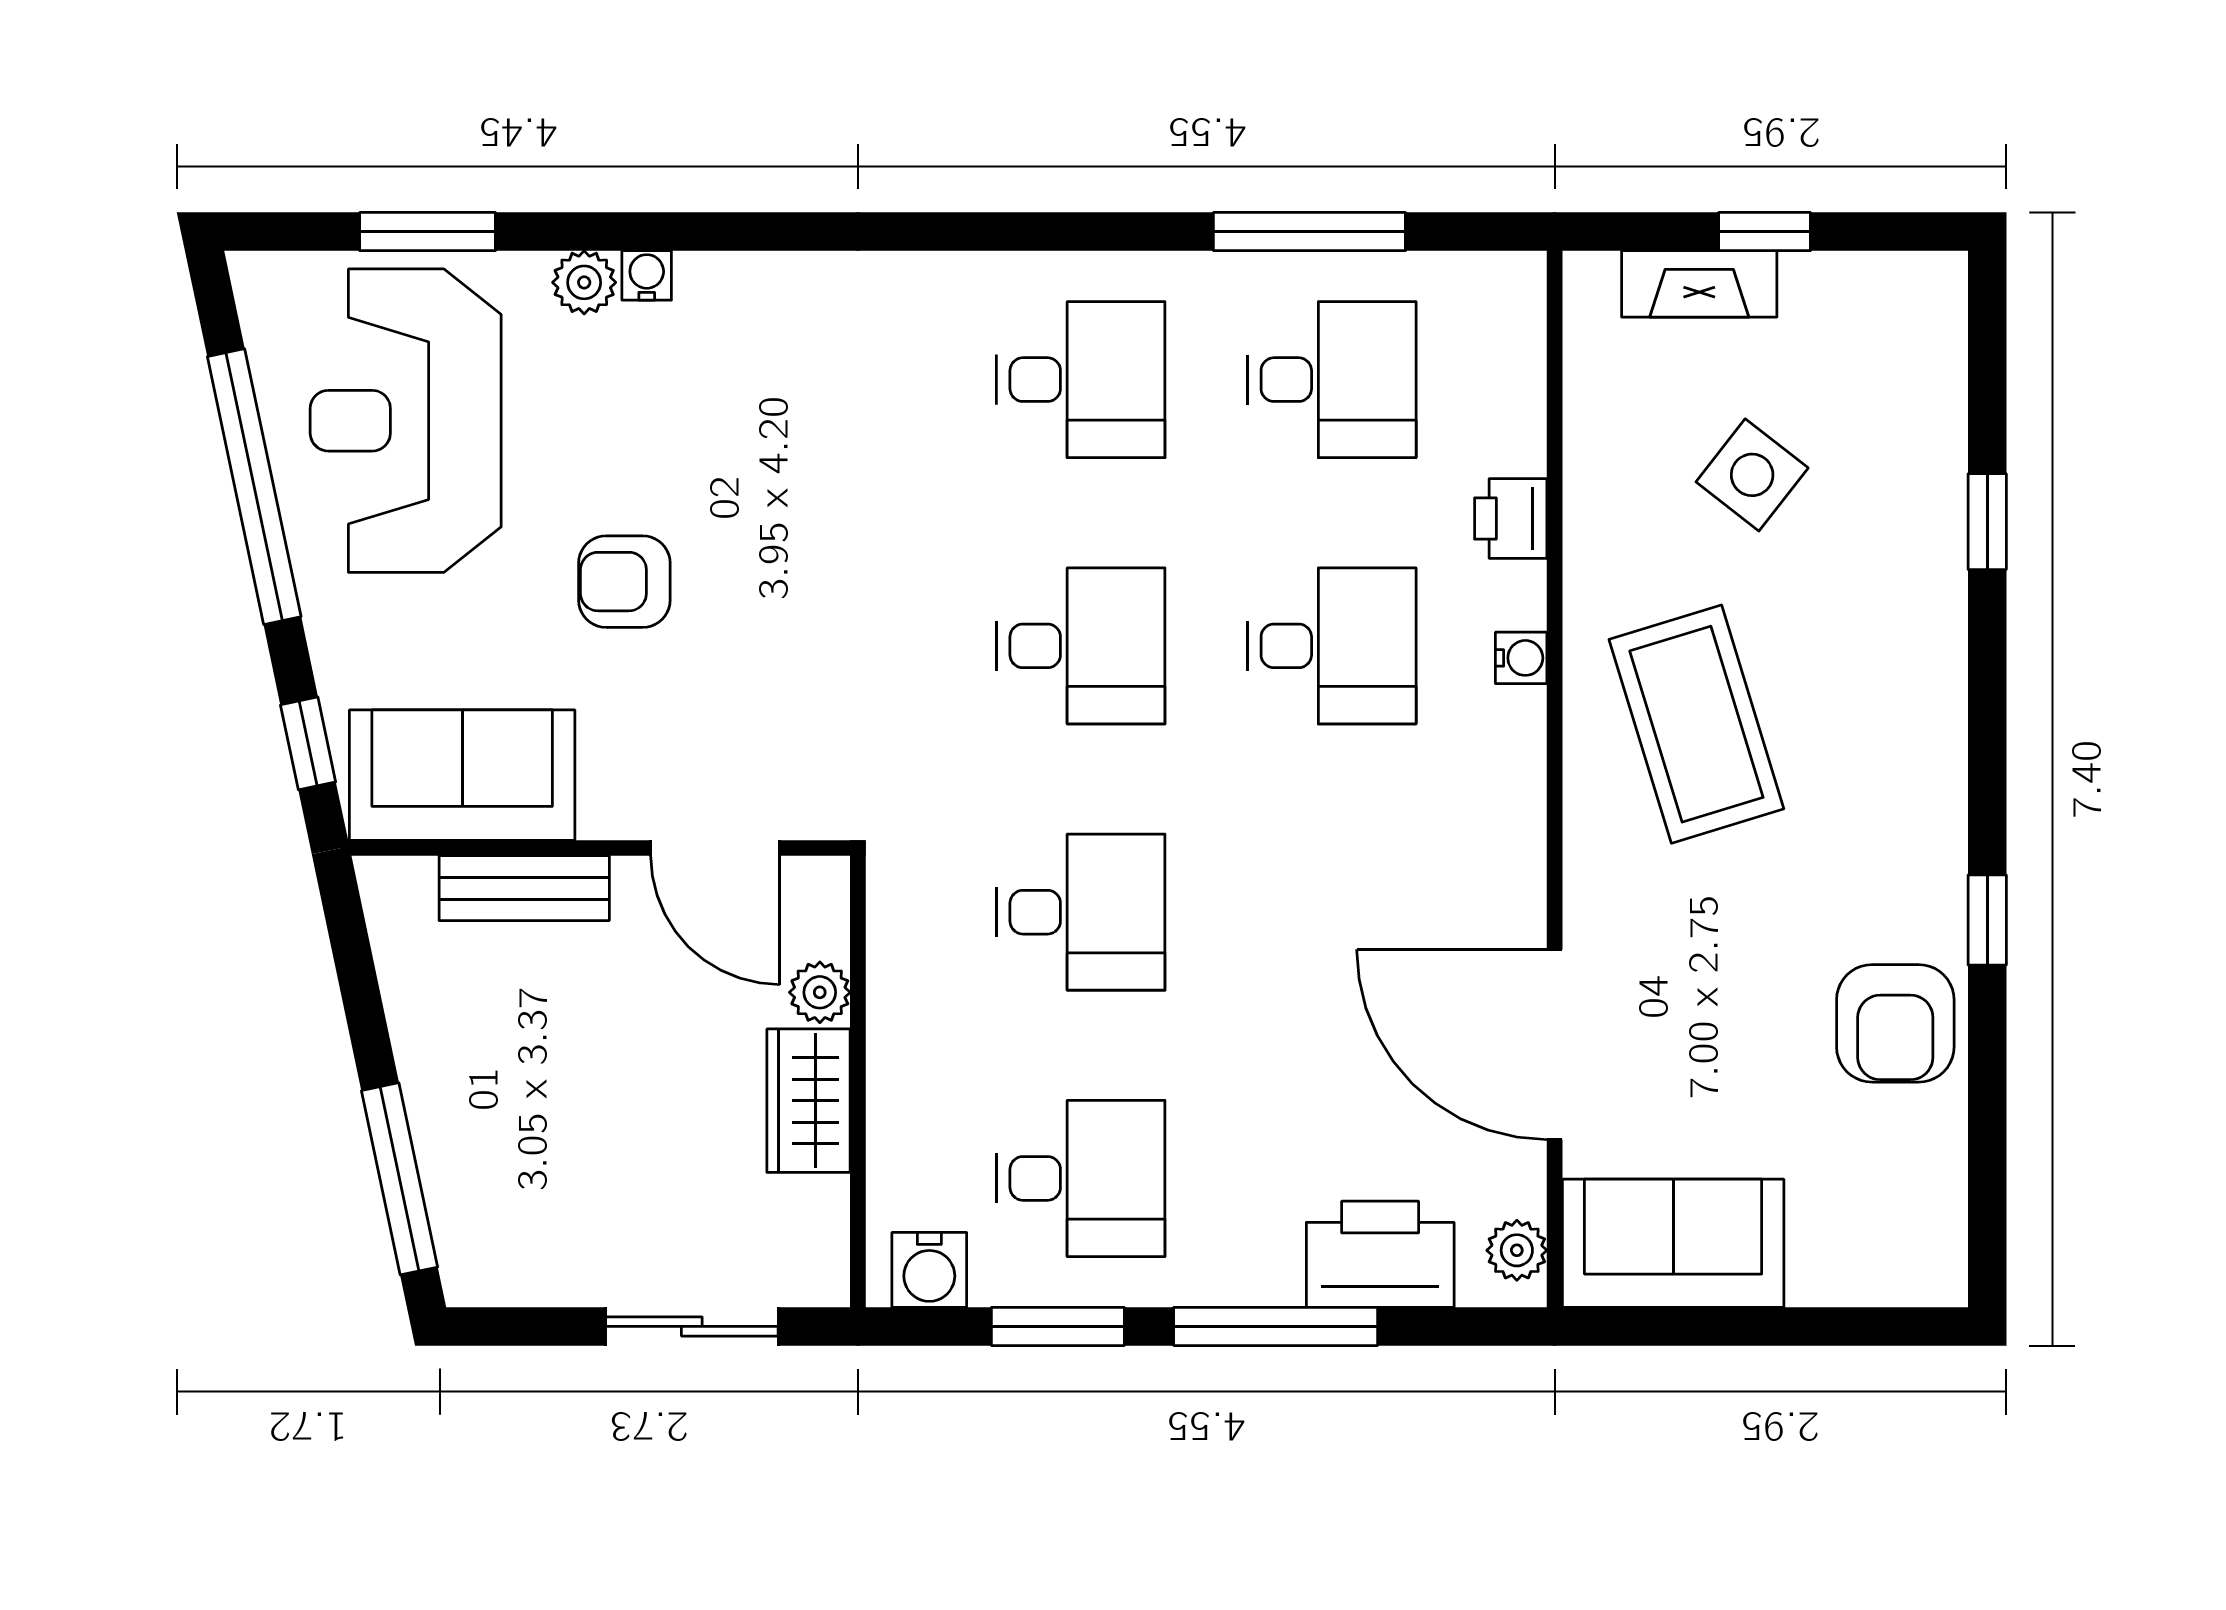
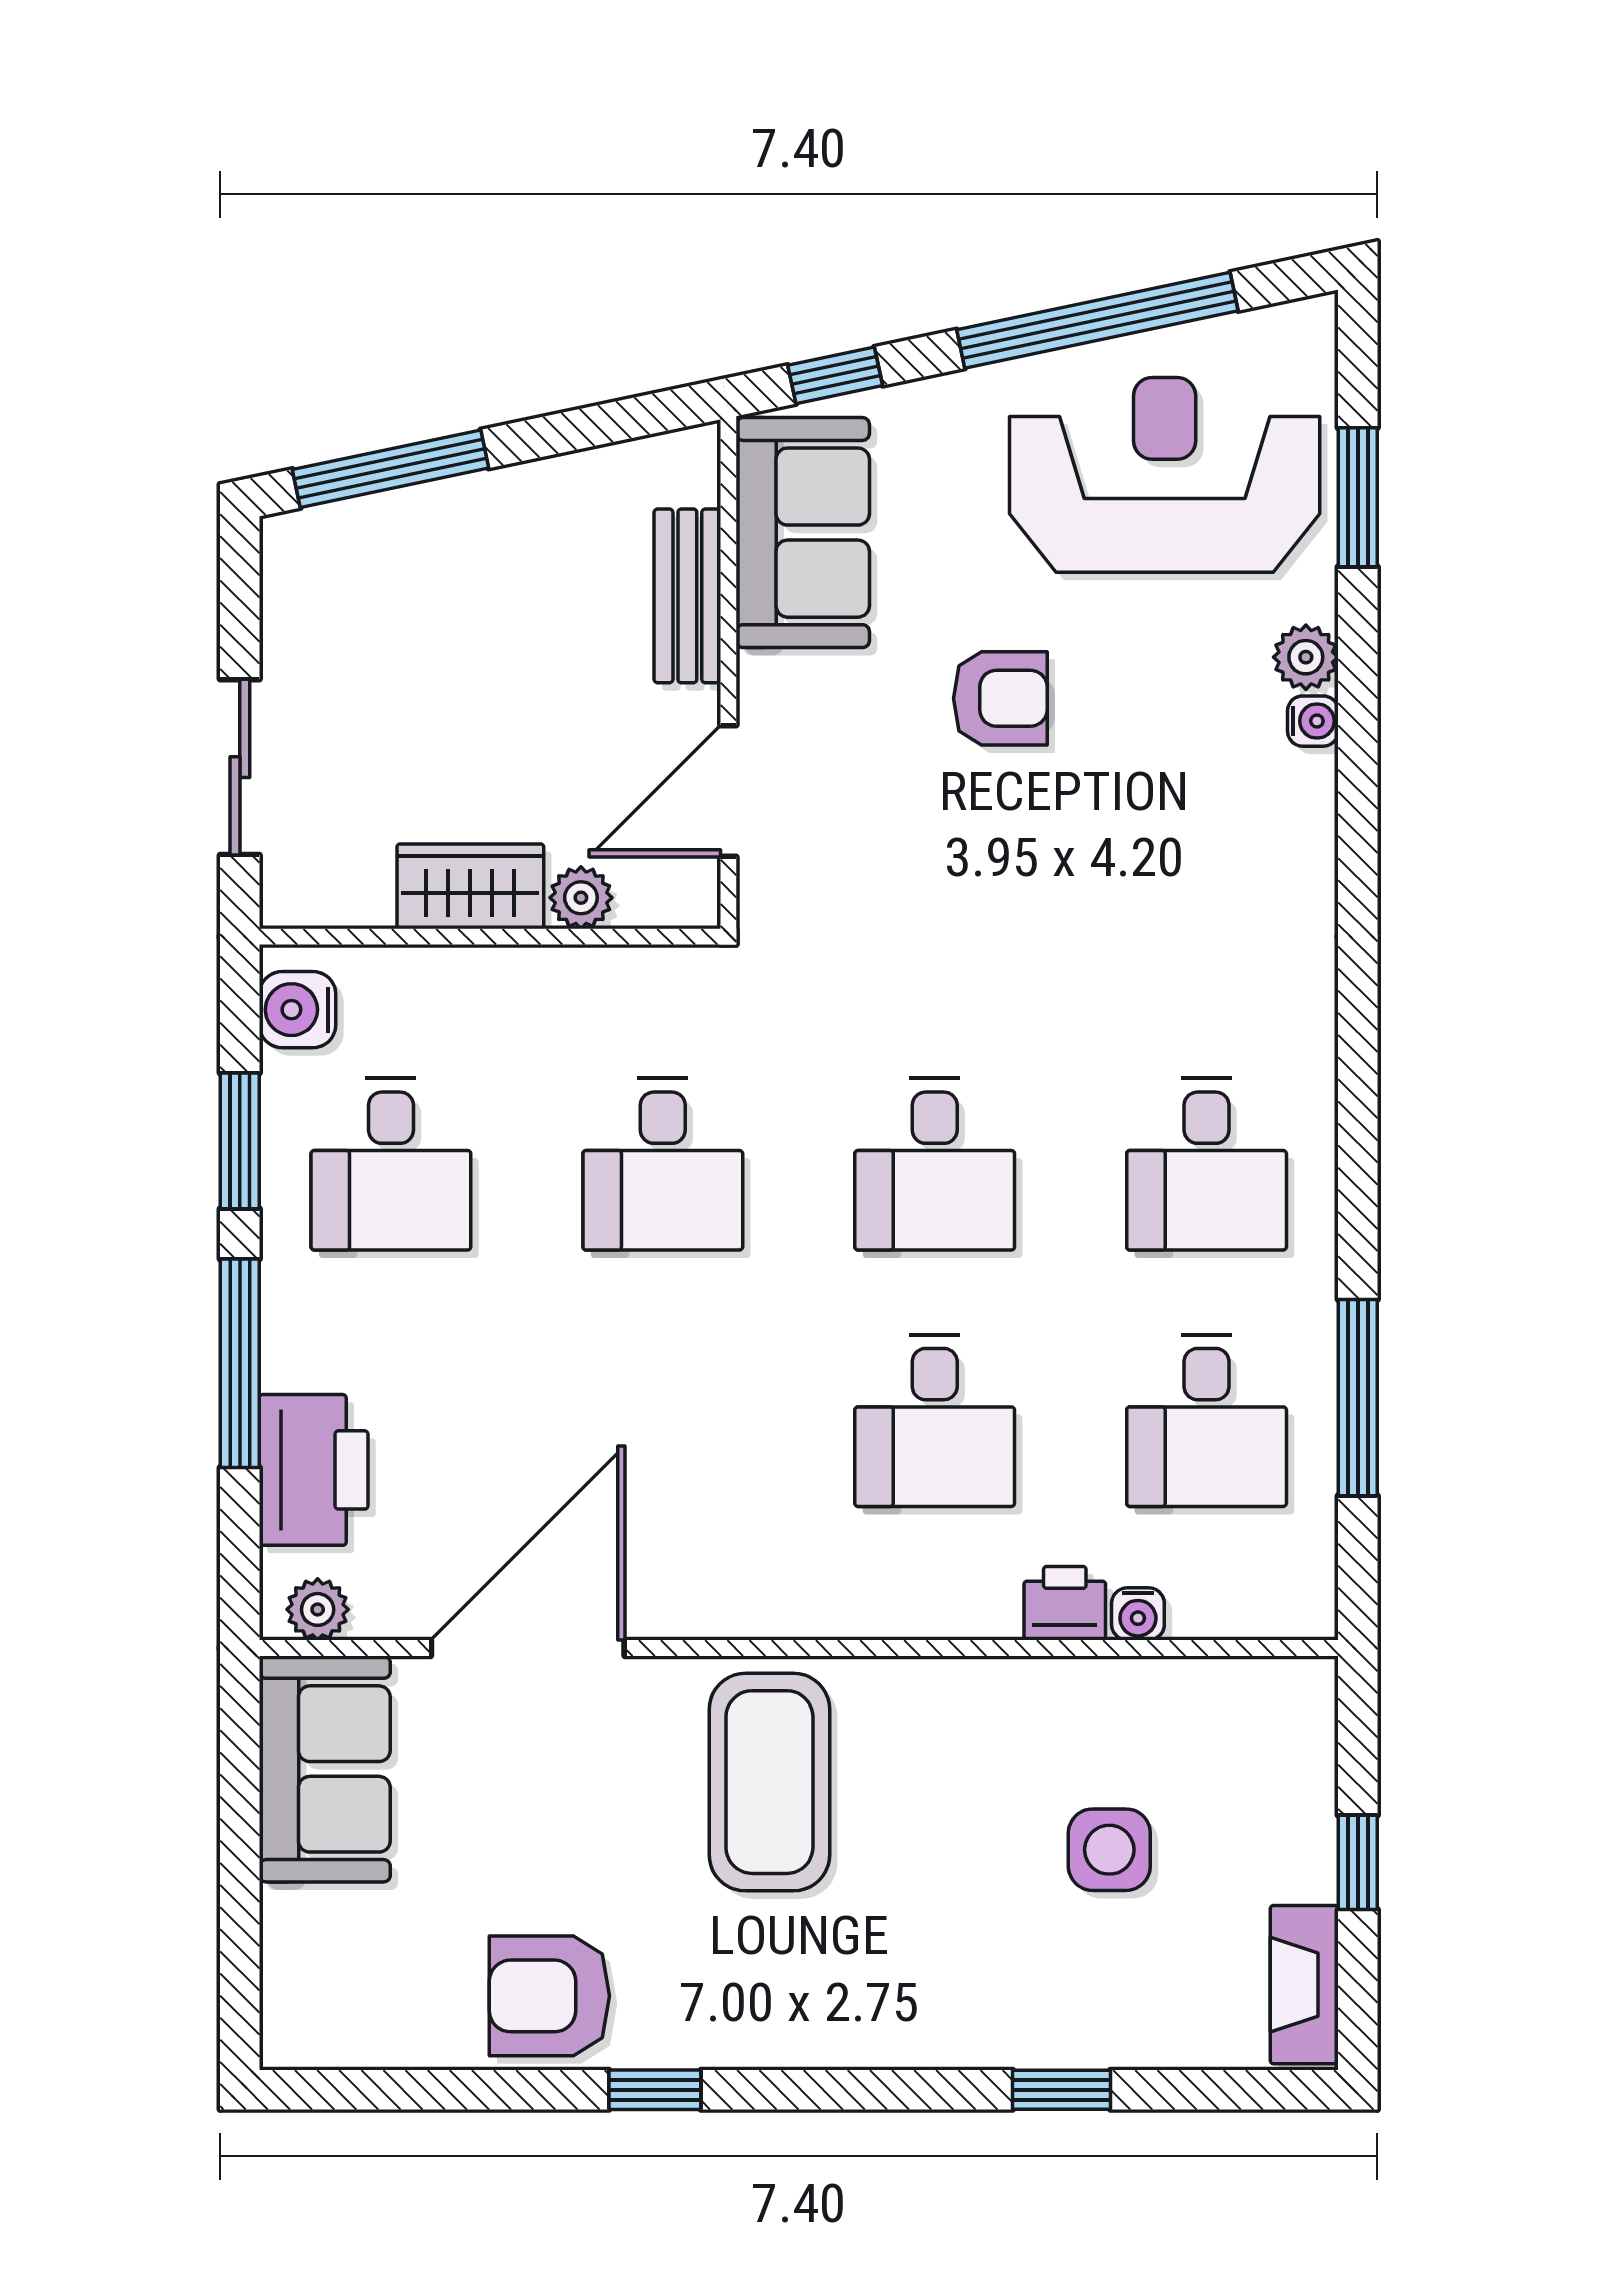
fireplace: (1699, 284) -> (1304, 1985), moved
side table: (1752, 475) -> (1109, 1850), turned -38
armchair: (624, 582) -> (1000, 698), turned 90
water cooler: (1521, 658) -> (1138, 1614), moved
coffee table: (1696, 724) -> (769, 1782), moved, turned -73

